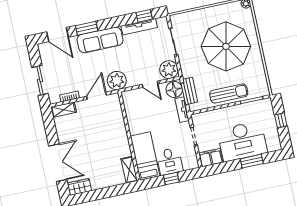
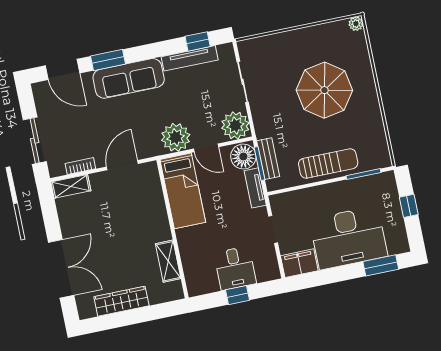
parasol: (226, 46) -> (324, 90), width x0.73, depth x0.73
plant: (117, 81) -> (176, 137), moved
bed: (145, 156) -> (183, 191), moved, turned 180
window: (252, 161) -> (381, 265), moved
shelving: (129, 170) -> (168, 261), moved
wardrobe: (79, 187) -> (121, 301), moved, width x1.50

